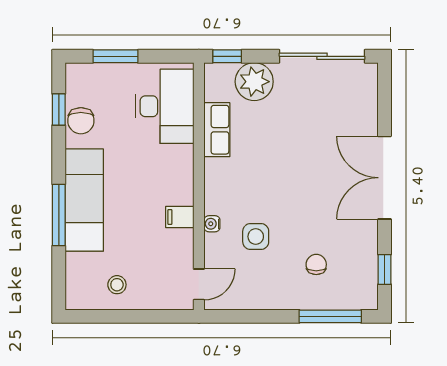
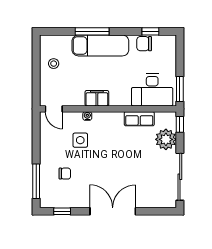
window: (115, 56) -> (180, 89), moved
filing cabinet: (180, 217) -> (97, 98), width x2.00

